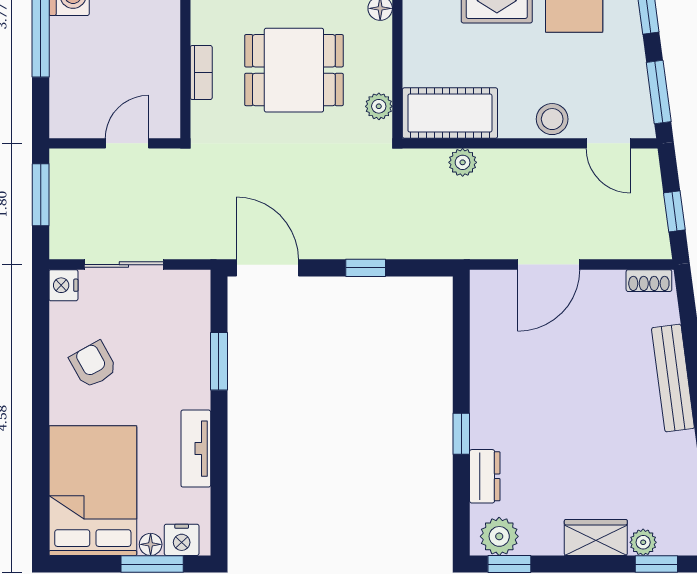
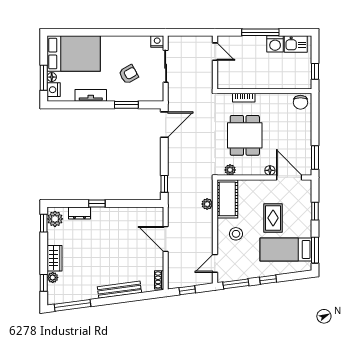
stool: (552, 119) -> (236, 234), moved
door: (127, 143) -> (215, 52), moved
window: (41, 195) -> (194, 32), removed
window: (366, 268) -> (164, 184), moved
armchair: (93, 365) -> (129, 74), moved

